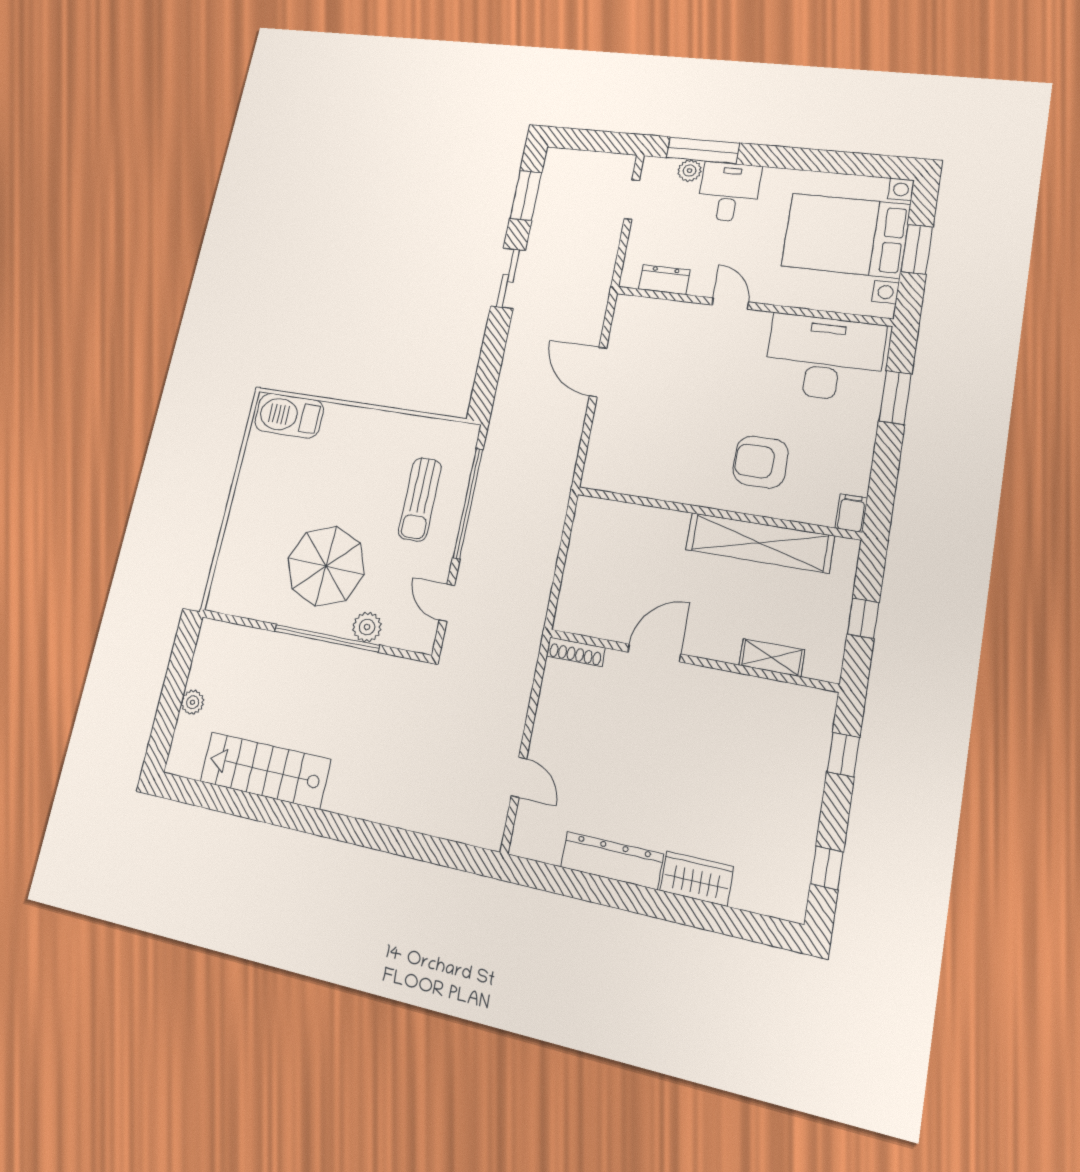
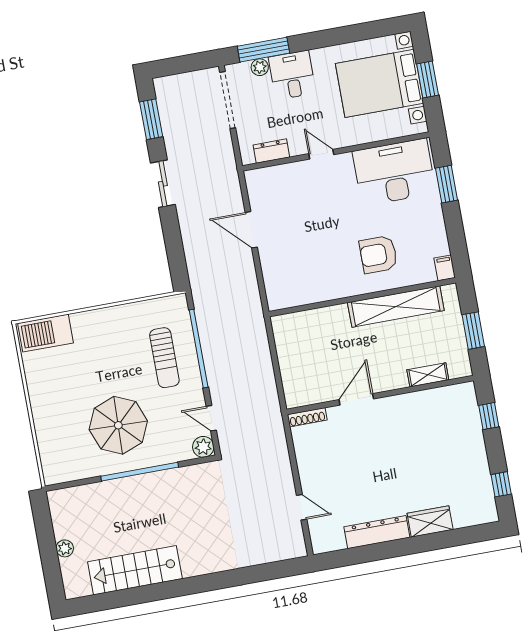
doorway: (632, 199) -> (228, 100), width x1.87
window: (863, 618) -> (473, 331), width x1.50
plant: (367, 627) -> (203, 447), moved

